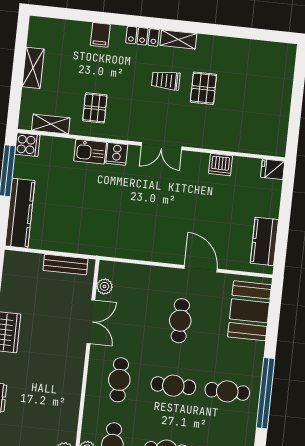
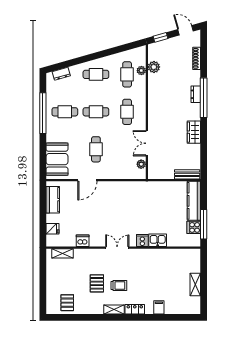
pallet: (95, 108) -> (67, 303), moved
shelving: (51, 124) -> (62, 253), moved
cooker: (27, 145) -> (194, 227), moved
fridge: (273, 169) -> (52, 229), moved
bench: (66, 265) -> (187, 174), moved
door: (201, 269) -> (87, 180), hinge flipped

